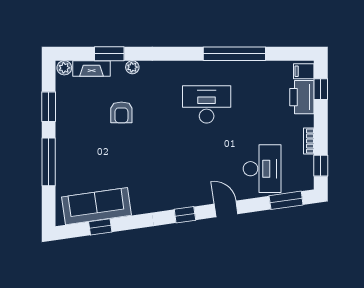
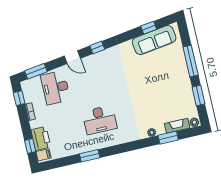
window: (234, 54) -> (90, 156), width x0.47
armchair: (121, 112) -> (152, 103), removed

